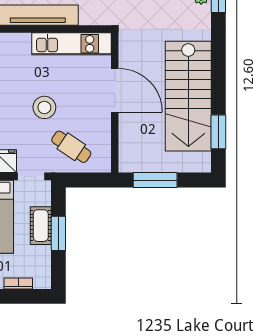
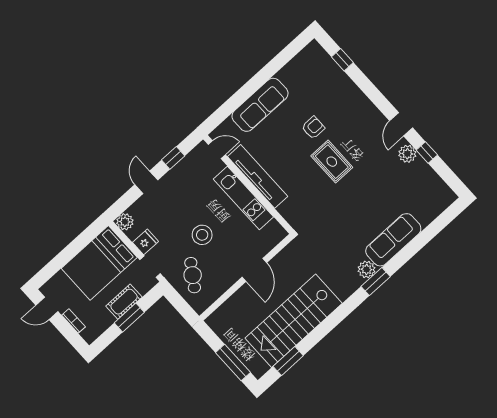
kitchen unit: (72, 44) -> (243, 198), moved
door: (115, 90) -> (254, 270), width x0.73
window: (155, 180) -> (233, 362), moved

